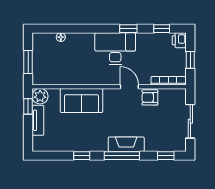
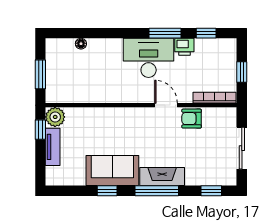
window: (128, 29) -> (165, 33), width x1.50
printer: (179, 40) -> (184, 47), moved, turned -90
sofa: (81, 101) -> (112, 171), moved, turned 180

